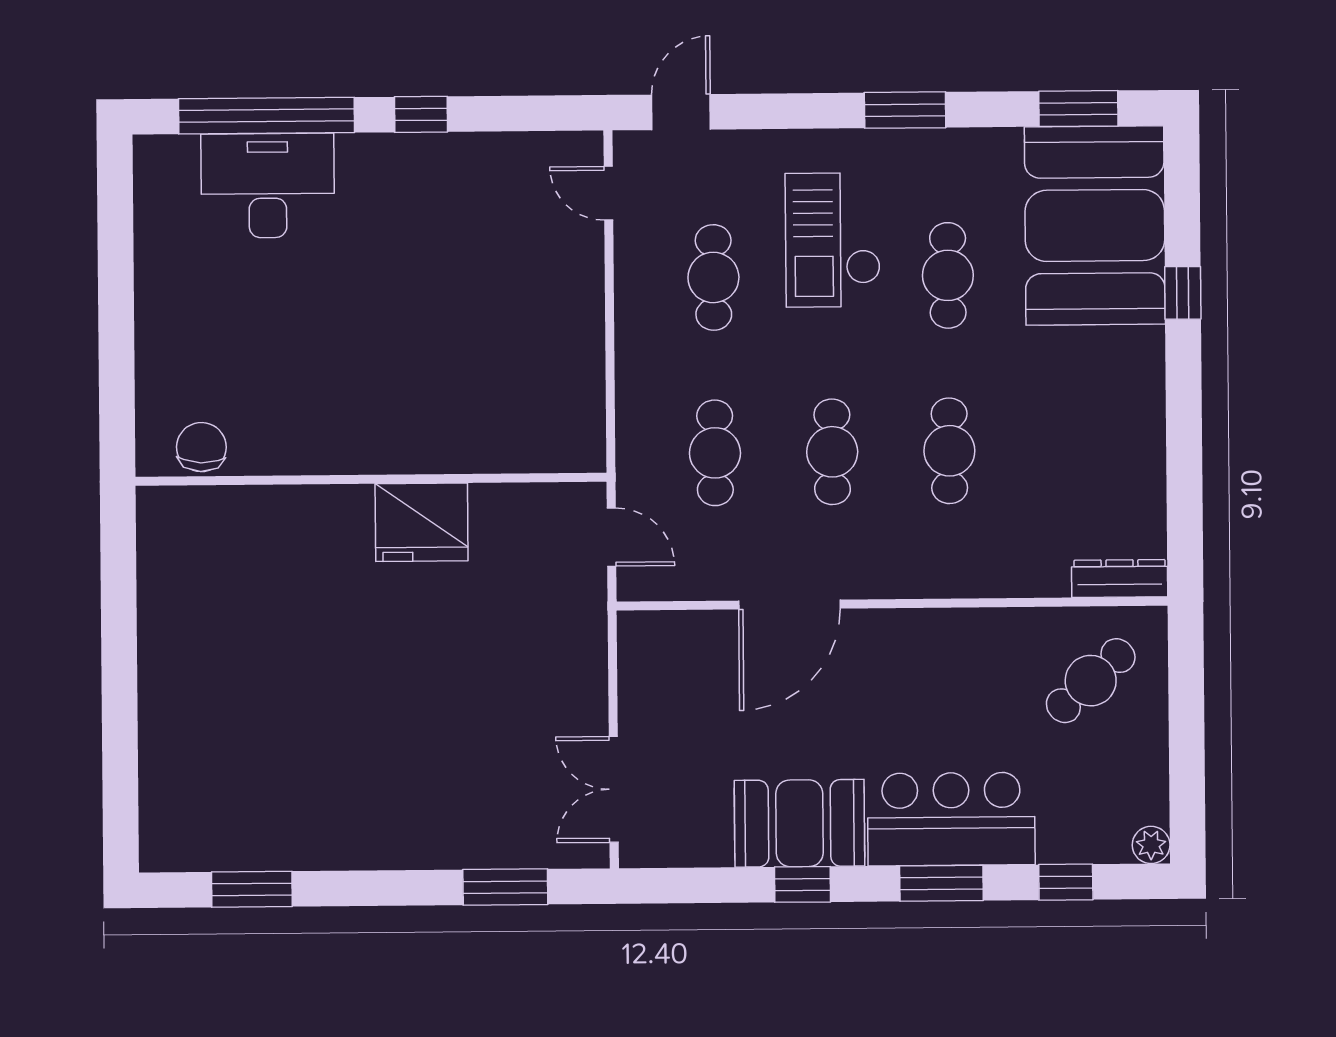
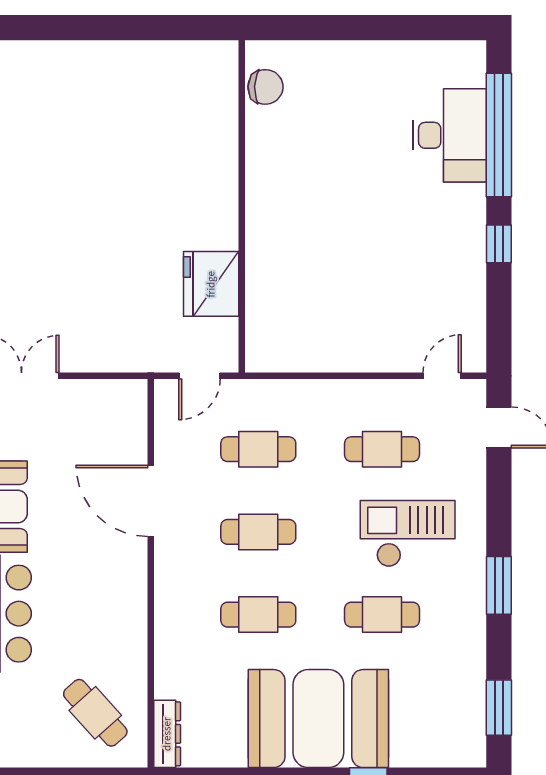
booth: (1095, 225) -> (318, 719), moved
fridge: (422, 522) -> (211, 284), moved

